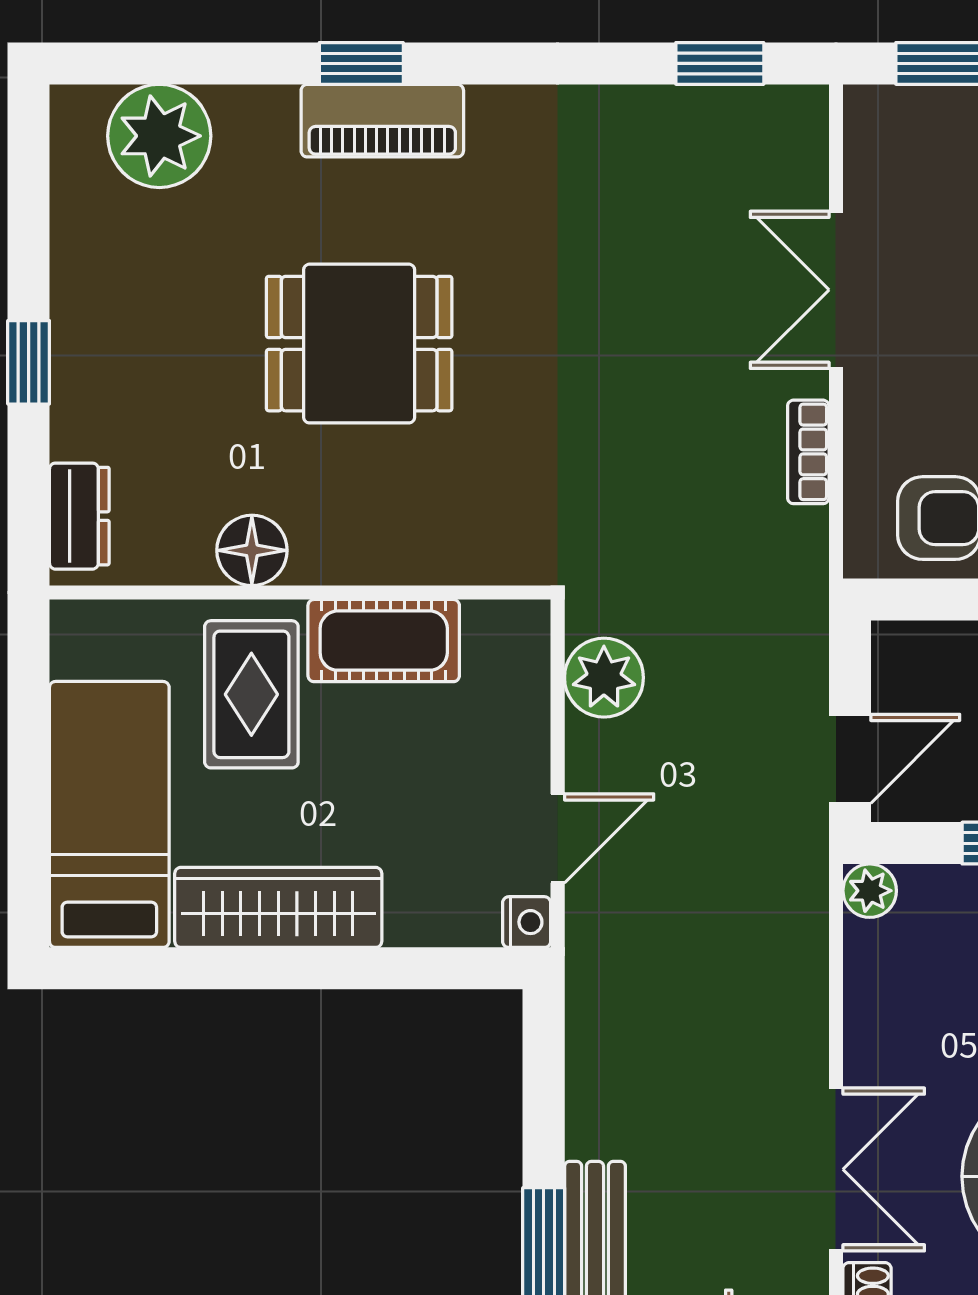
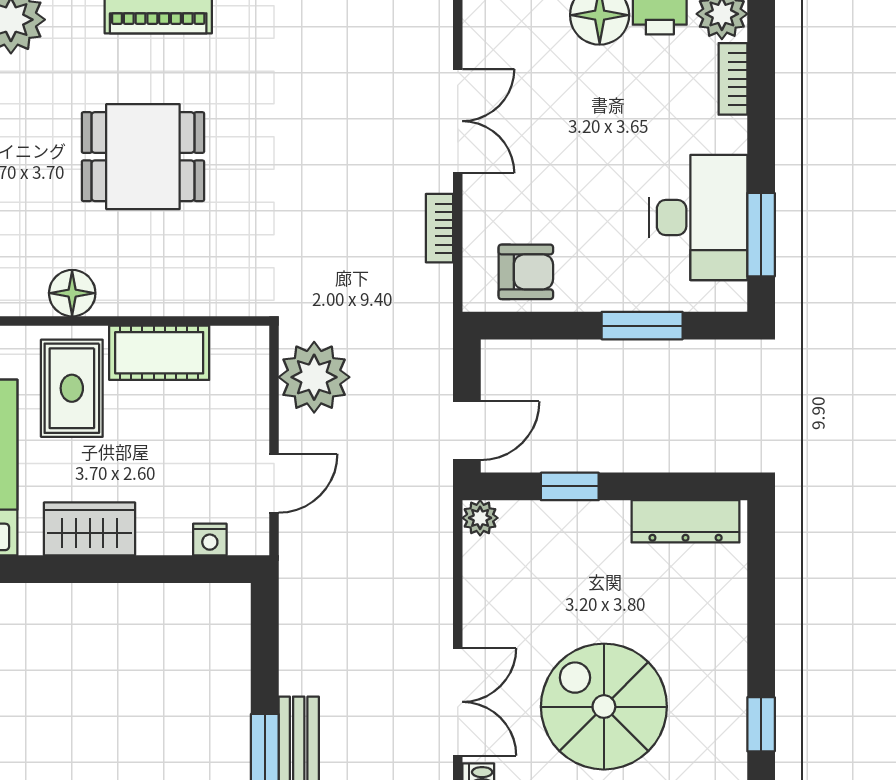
double door: (836, 290) -> (458, 121), swing flipped
plant: (604, 678) -> (314, 377), width x1.36, depth x1.36
wardrobe: (278, 907) -> (90, 529), width x0.67
nightstand: (527, 922) -> (210, 540), moved, turned 90

